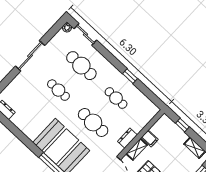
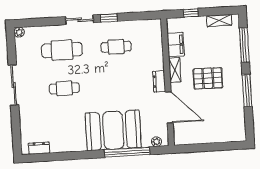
sliding door: (85, 34) -> (80, 20), moved
cafe table: (93, 122) -> (118, 85), removed
dresser: (127, 138) -> (159, 81), moved
filing cabinet: (150, 138) -> (176, 45), width x2.00

